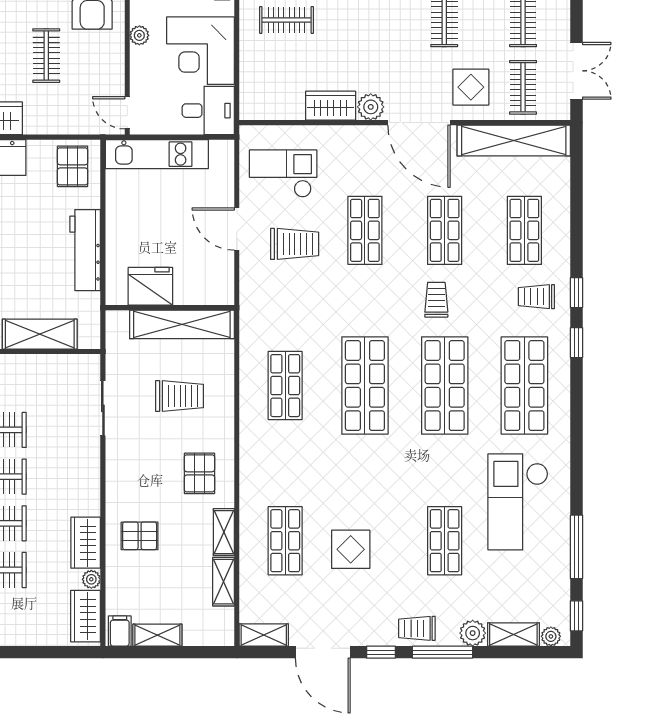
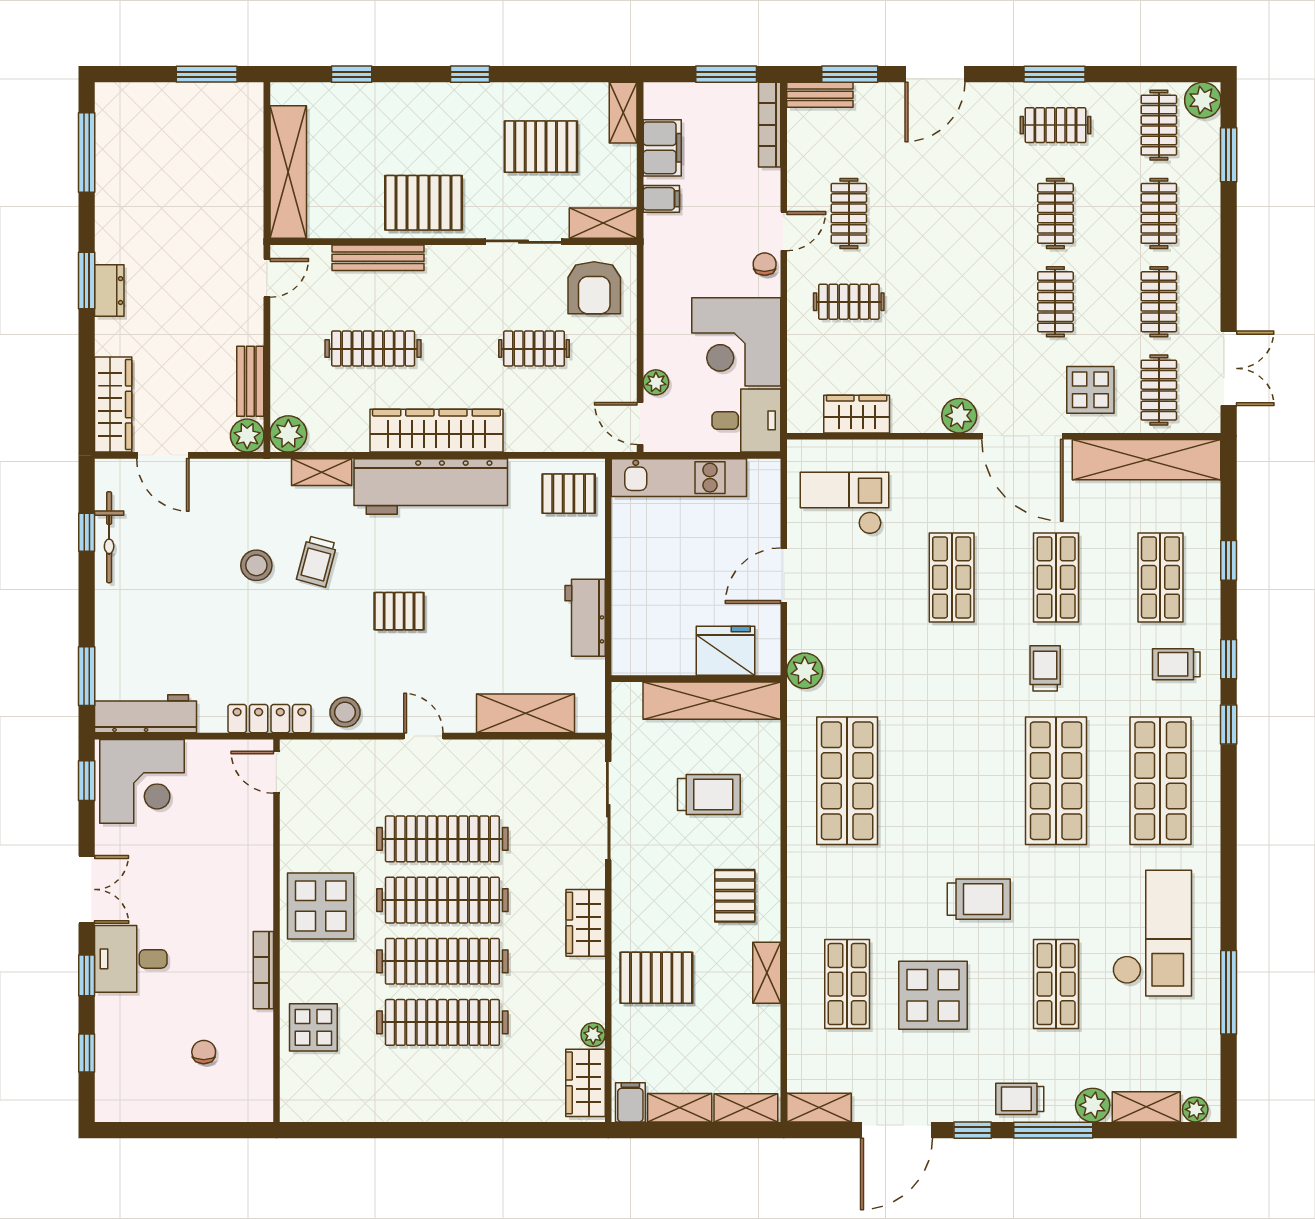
plant: (139, 35) -> (656, 382), moved
clothes rail: (46, 56) -> (534, 349), turned 90
wardrobe: (331, 106) -> (857, 414), moved
pallet: (73, 166) -> (569, 494), turned 90
door: (237, 229) -> (784, 576), hinge flipped
trolley: (295, 244) -> (979, 899), moved
workbench: (85, 250) -> (585, 618), width x0.73
fridge: (150, 286) -> (726, 651), moved
plant: (253, 302) -> (805, 671), added
shop shelf: (285, 386) -> (847, 781), width x1.43, depth x1.36
shop shelf: (365, 386) -> (952, 781), removed
sliding door: (103, 408) -> (608, 811), width x1.37
checkout: (518, 502) -> (1152, 933), turned 180
pallet: (140, 536) -> (656, 978), width x1.50, depth x1.42
wardrobe: (86, 543) -> (586, 923), moved
display table: (351, 549) -> (933, 995), width x1.36, depth x1.36
shelving: (223, 582) -> (746, 1108), moved, turned 90
window: (576, 616) -> (1229, 560), moved
door: (323, 652) -> (896, 1130), hinge flipped

